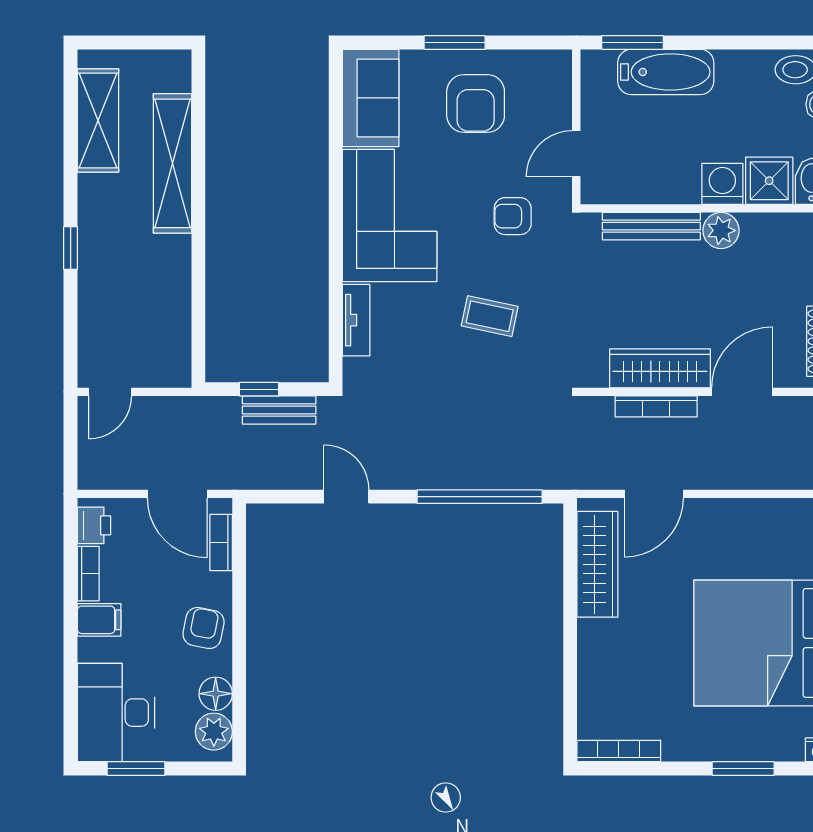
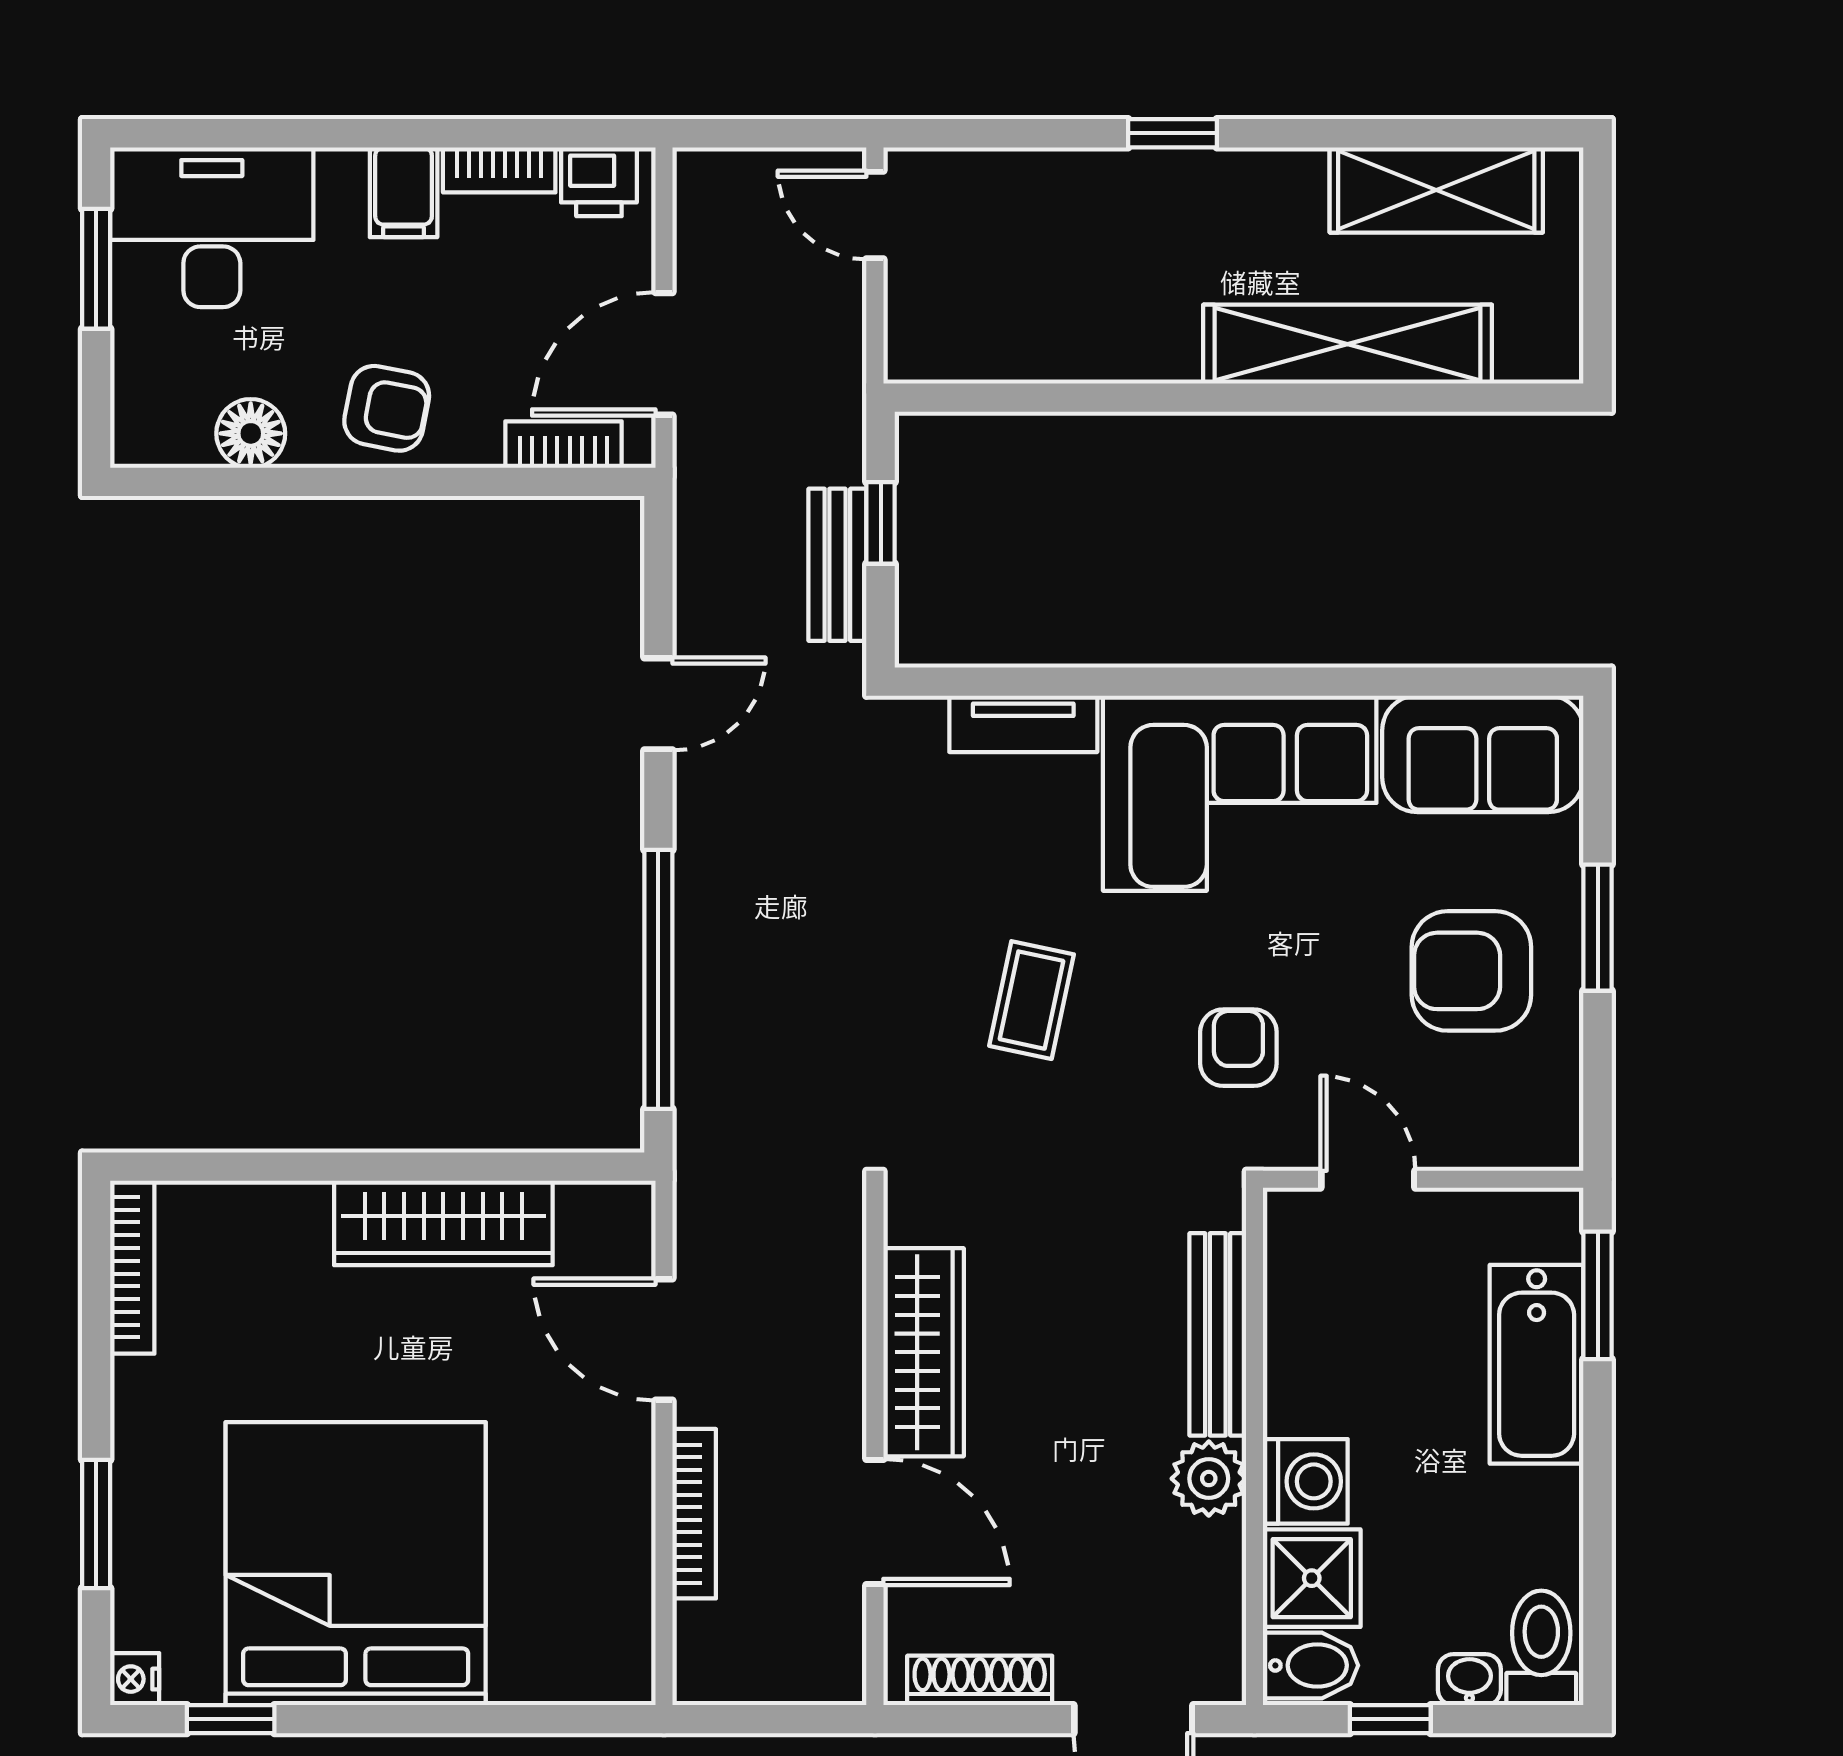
bookcase: (656, 406) -> (694, 1514), moved, turned 180
wardrobe: (597, 564) -> (443, 1223), moved
plant: (214, 732) -> (172, 430), removed

